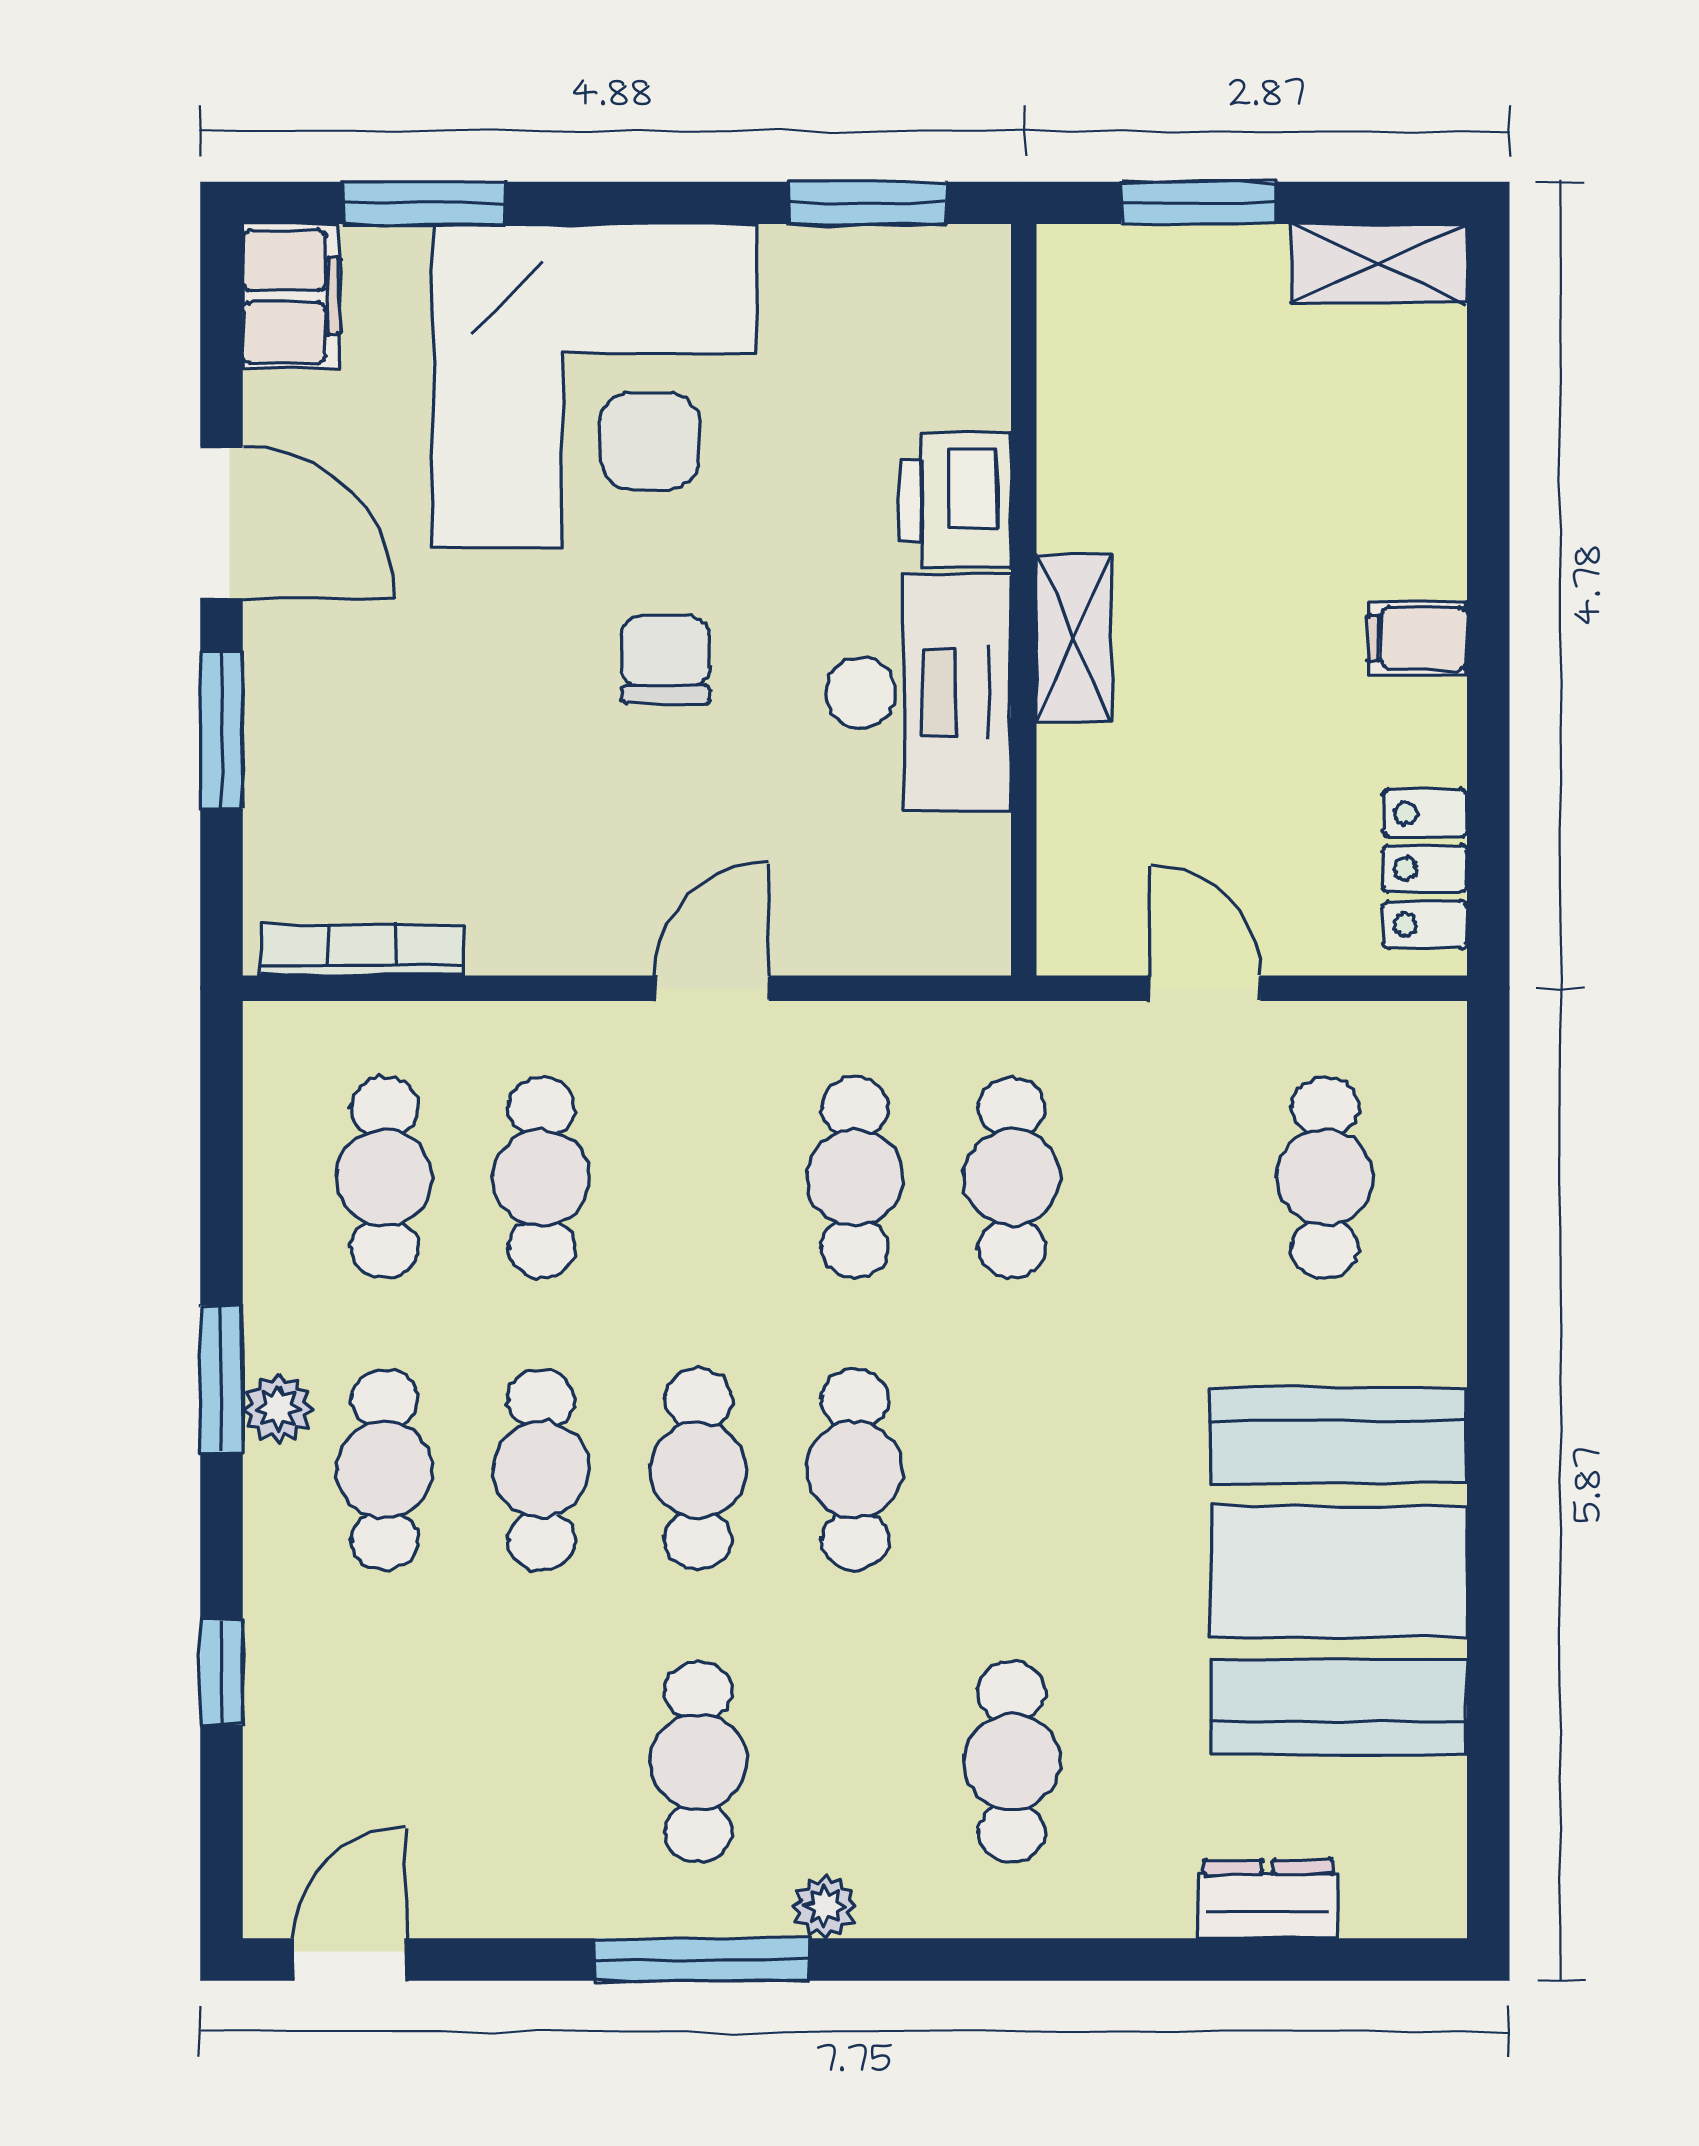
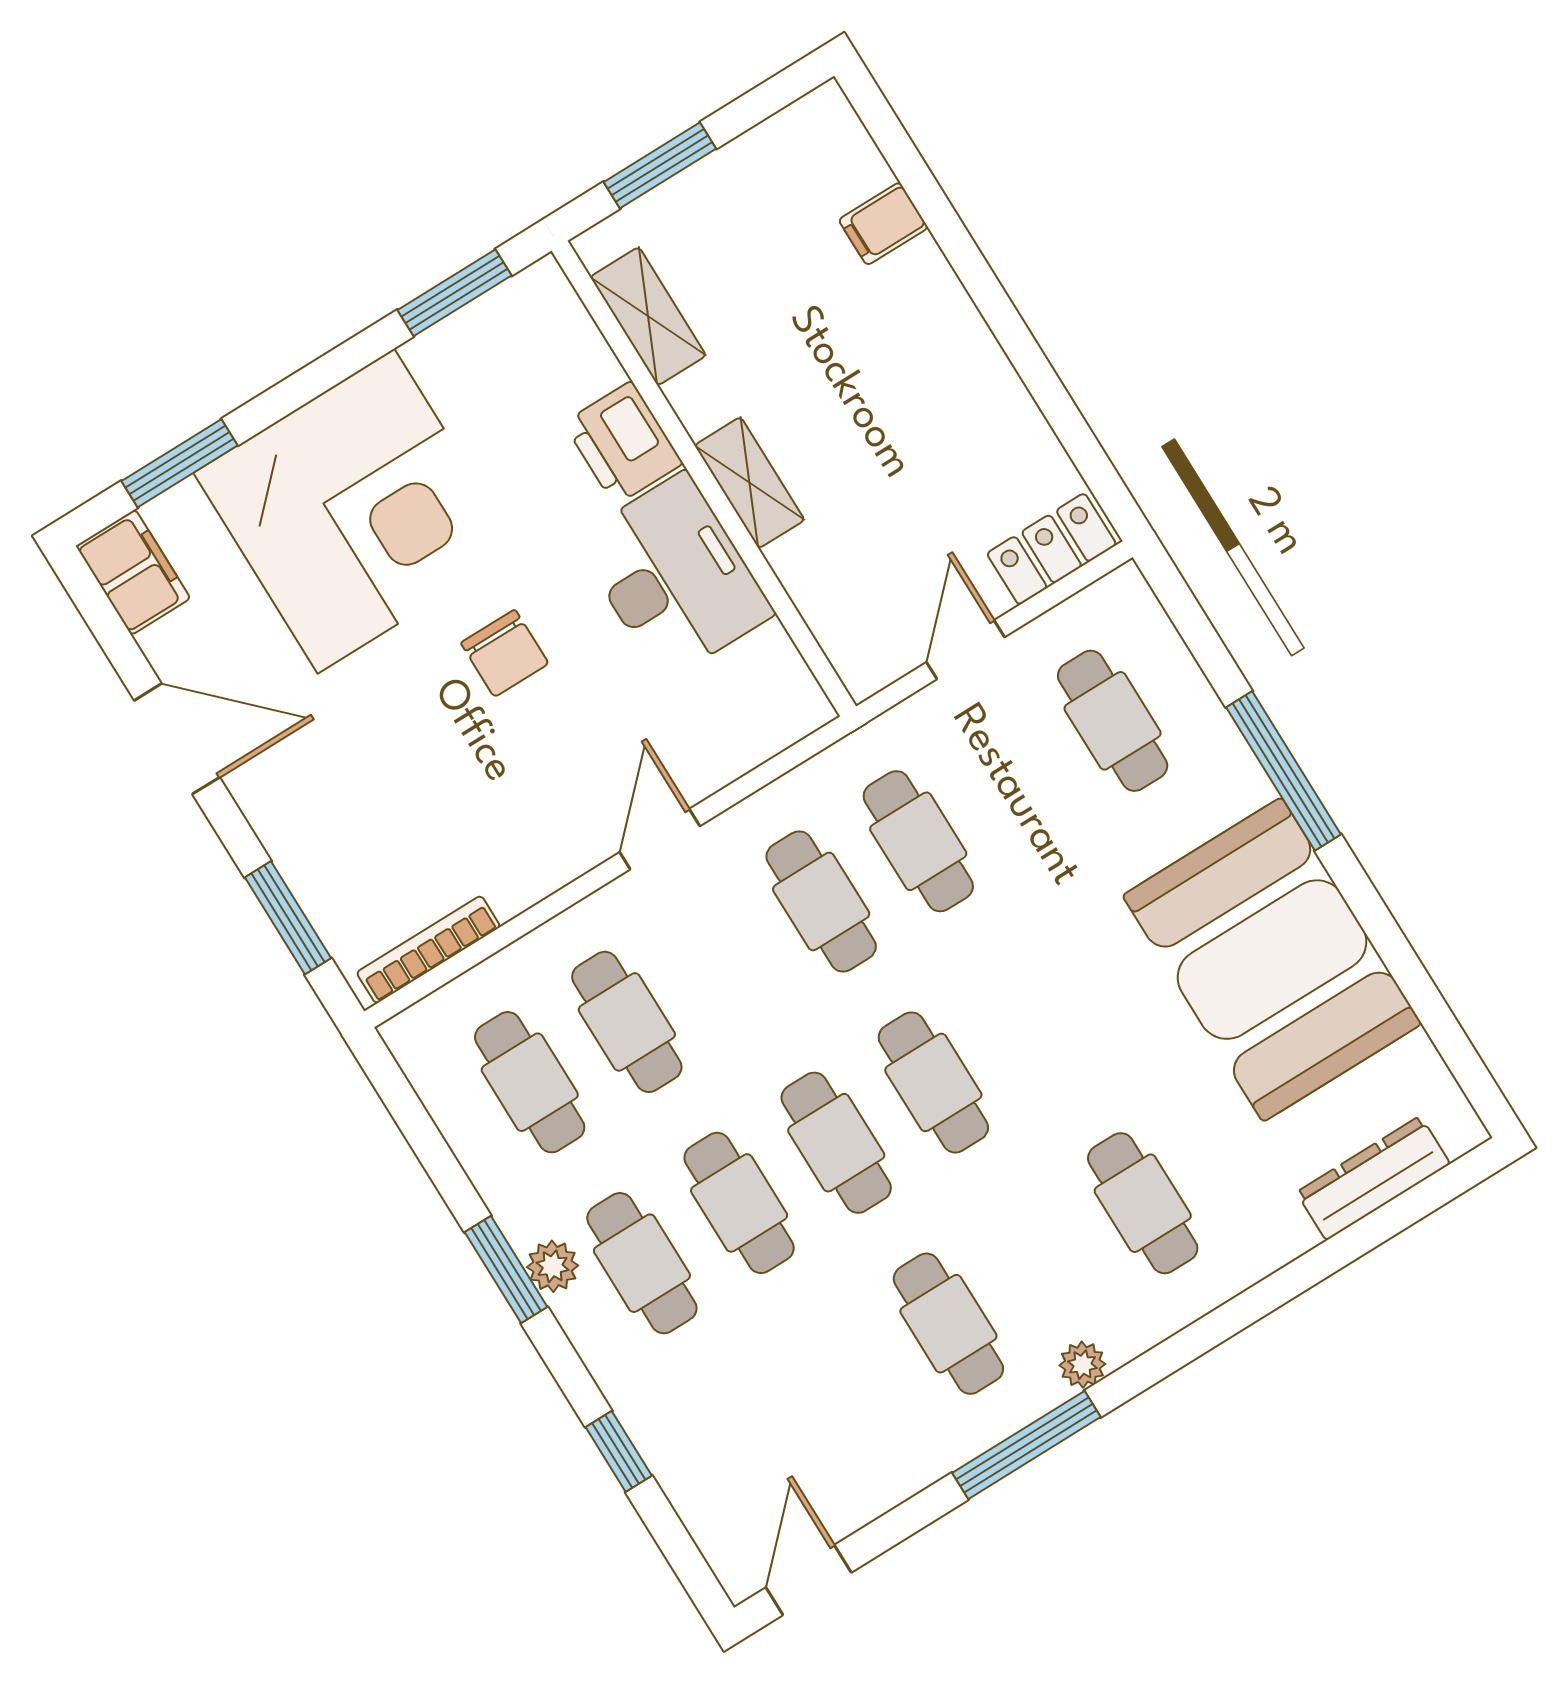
shelving: (1379, 264) -> (648, 316), moved, turned 90
filing cabinet: (1417, 638) -> (883, 224), moved
chair: (665, 659) -> (505, 653), turned 180
window: (221, 731) -> (288, 918), moved
locker: (1425, 869) -> (1052, 549), moved, turned 90
door: (1205, 988) -> (965, 650), hinge flipped
window: (1488, 1360) -> (1283, 771), added
dresser: (1268, 1899) -> (1373, 1178), width x1.44

